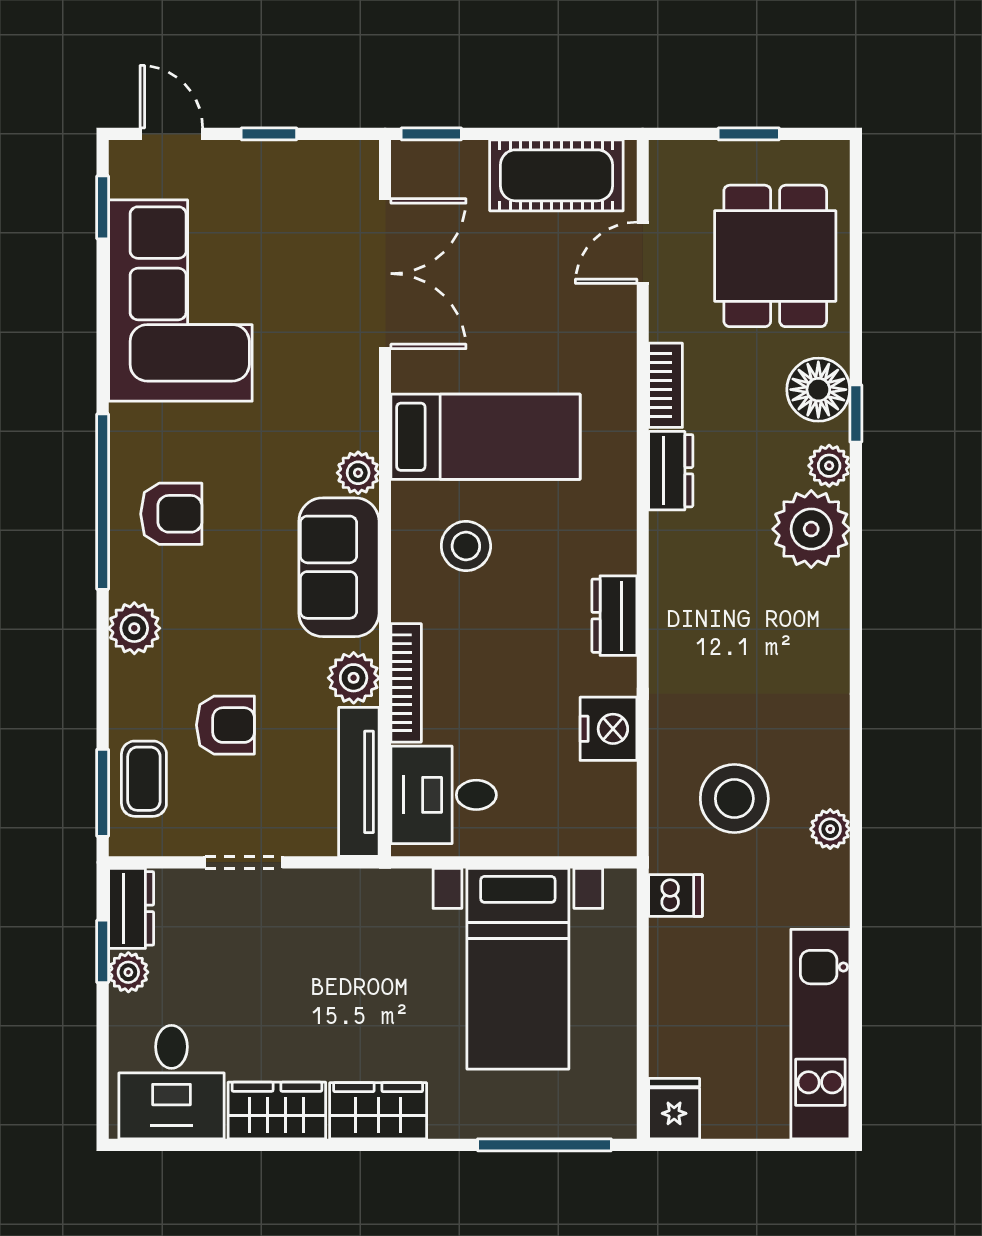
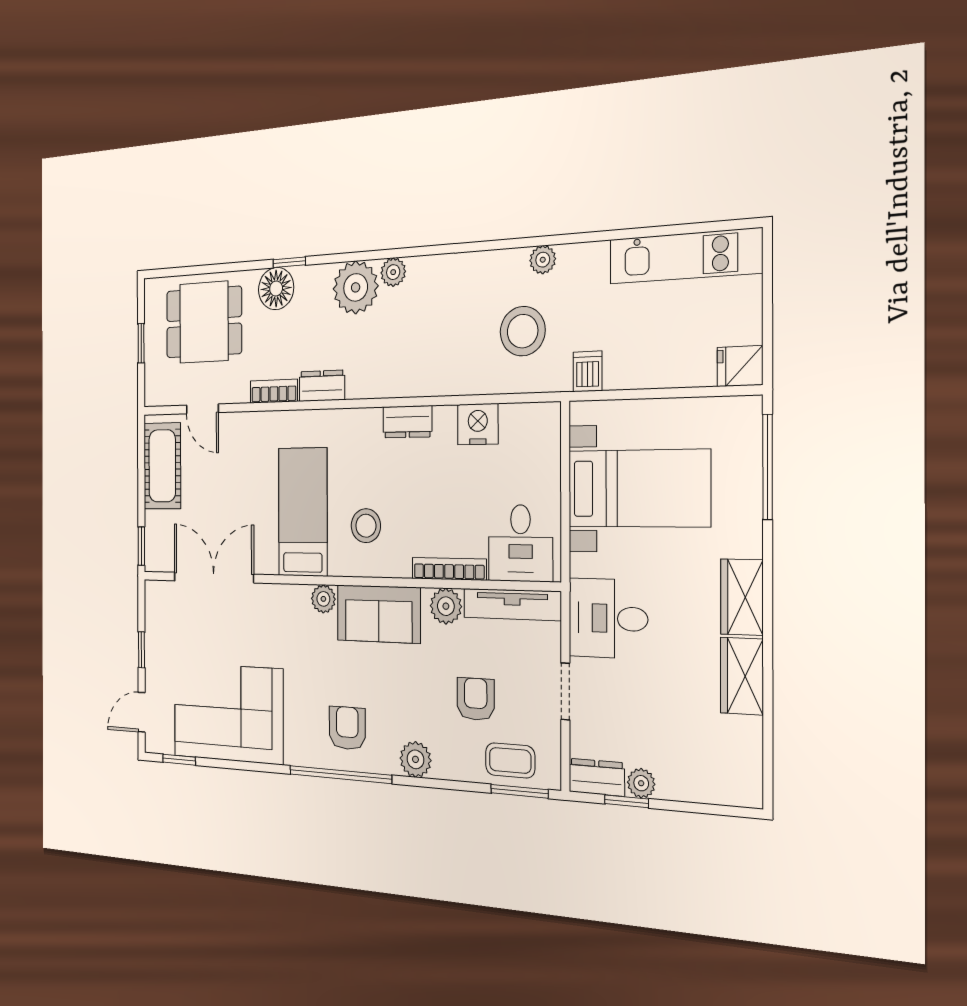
plant: (829, 466) -> (393, 272), moved
desk: (171, 1082) -> (608, 618), moved, turned 180

